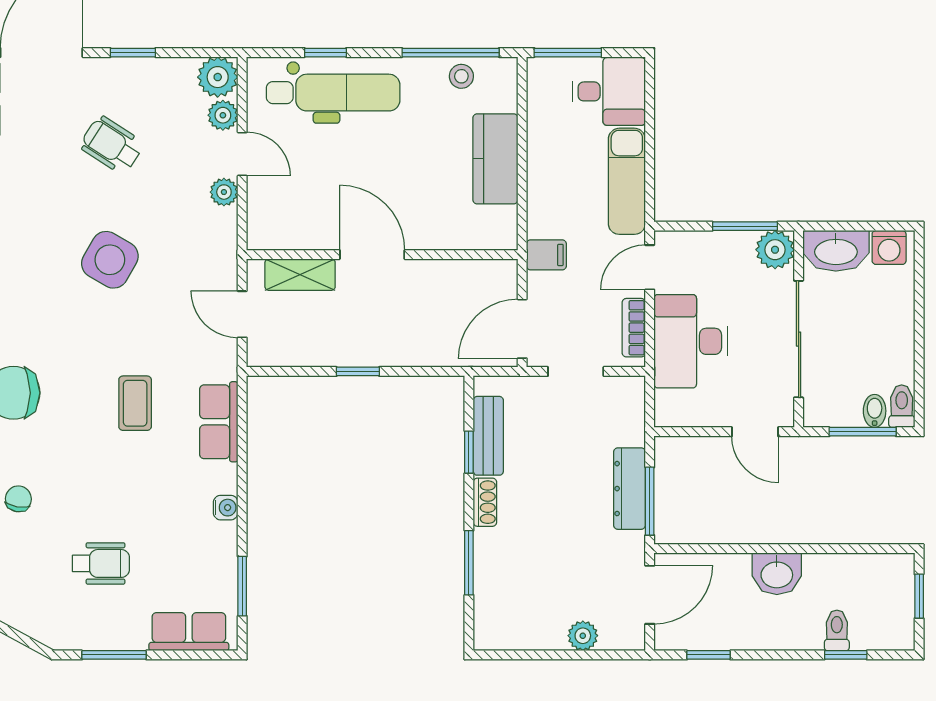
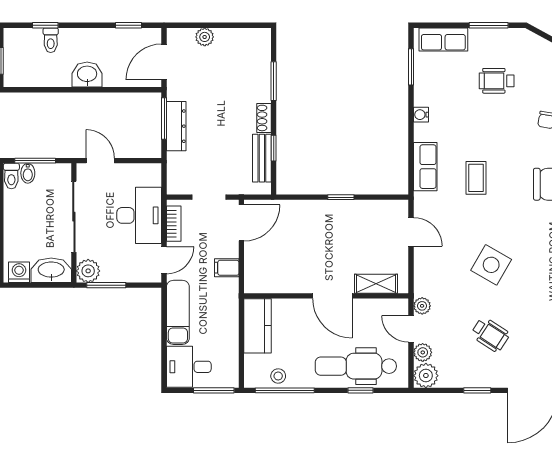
door: (372, 255) -> (332, 296), moved
wall: (382, 255) -> (326, 296), moved
shelving: (300, 275) -> (376, 284), moved

